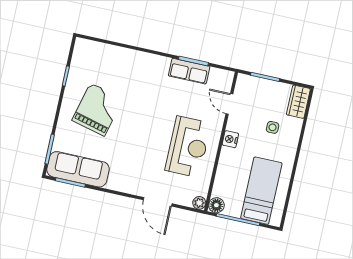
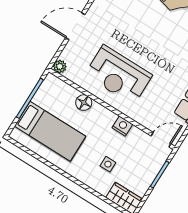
door: (229, 104) -> (161, 140), moved
nightstand: (230, 139) -> (122, 126), moved
floor lamp: (216, 205) -> (84, 103), moved

